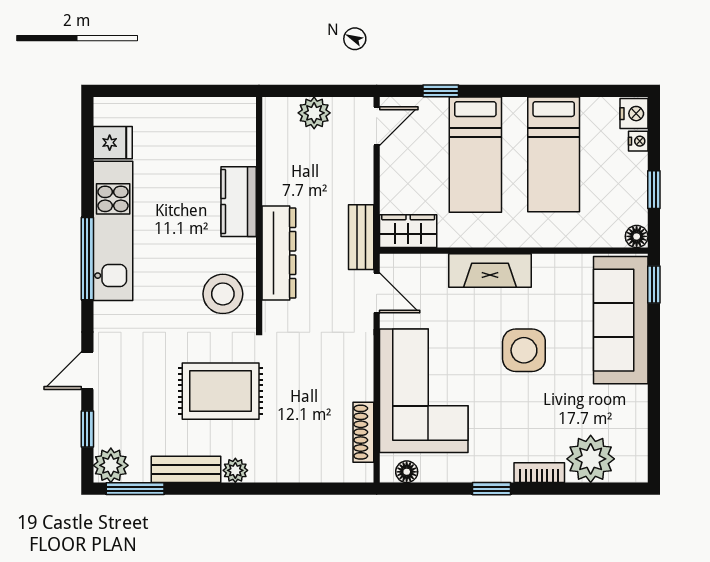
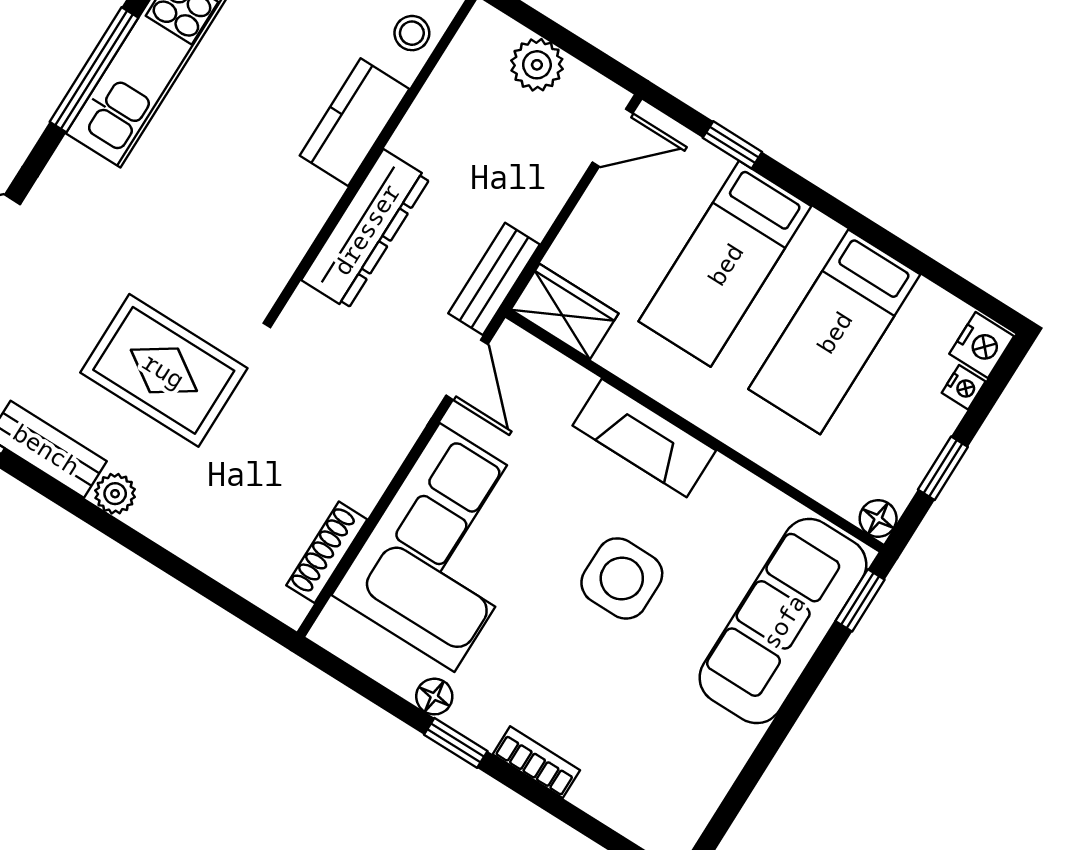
stool: (223, 294) -> (412, 33), moved, width x0.53, depth x0.53
plant: (591, 459) -> (620, 788), removed
floor lamp: (407, 472) -> (434, 697), moved

